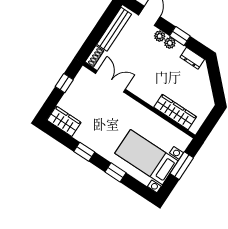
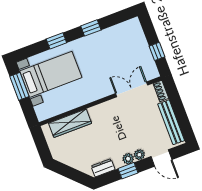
double door: (111, 81) -> (132, 89), swing flipped
wardrobe: (64, 121) -> (127, 29), removed
window: (182, 166) -> (19, 86), moved

